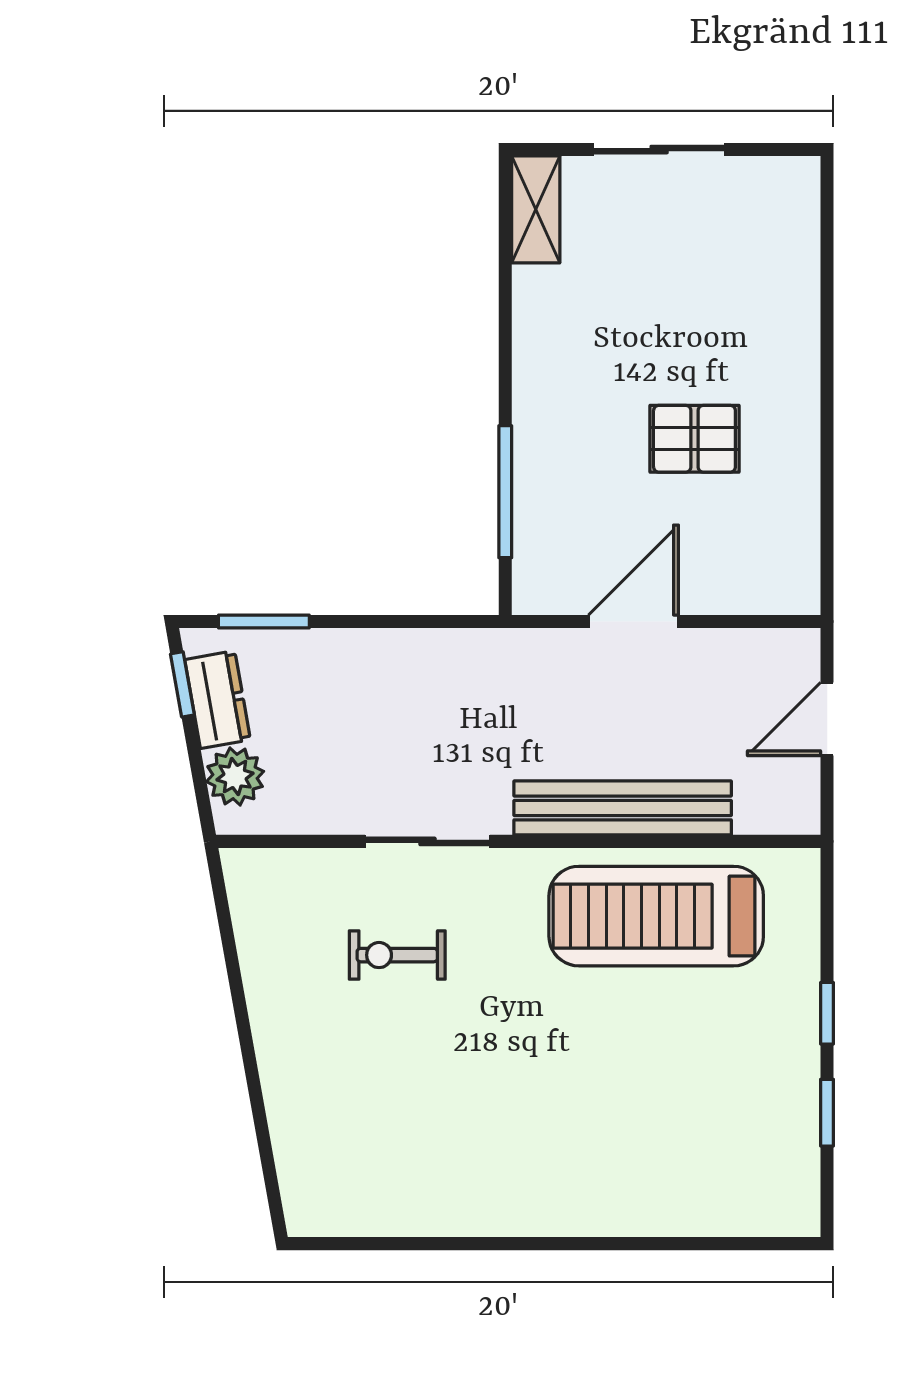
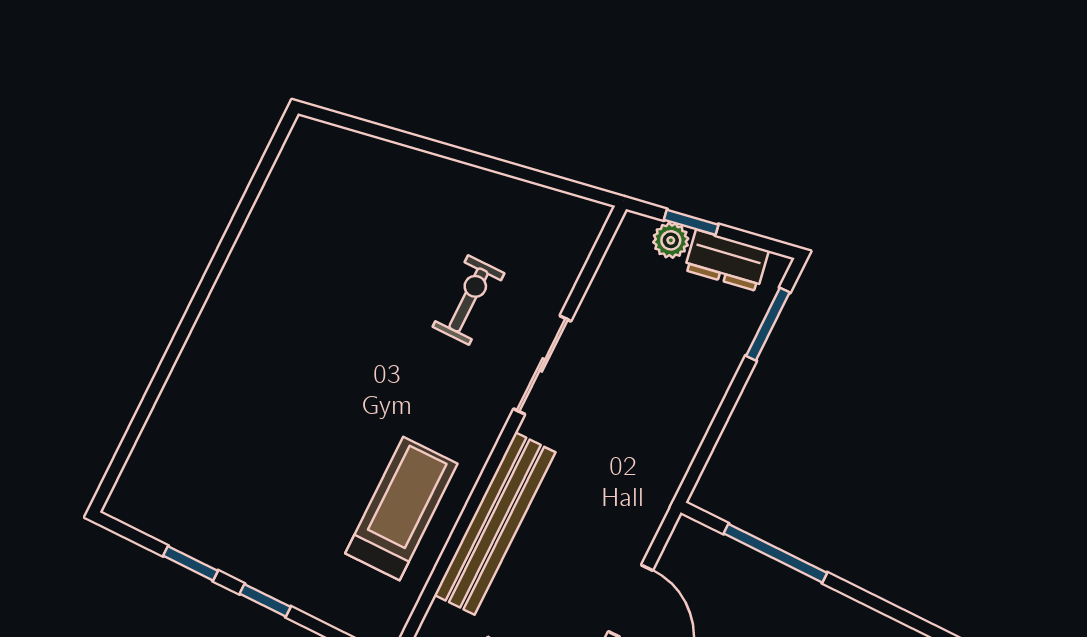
window: (182, 684) -> (691, 222), moved
plant: (235, 776) -> (671, 240), width x0.73, depth x0.73
treadmill: (656, 916) -> (401, 508), width x0.73, depth x0.73

